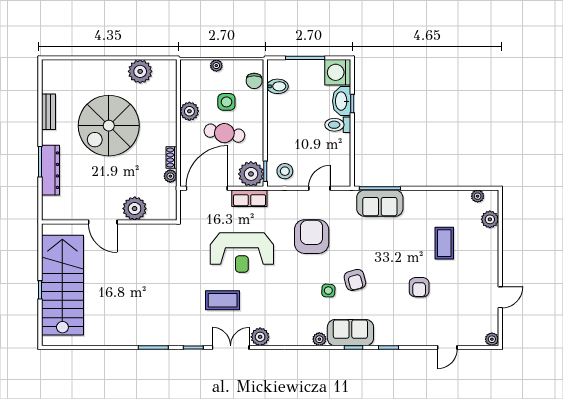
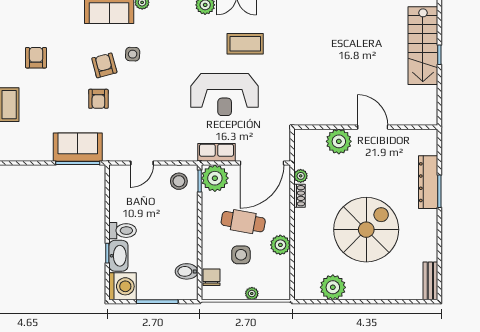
bench: (48, 112) -> (430, 281), moved
armchair: (312, 237) -> (98, 99), moved, width x0.53, depth x0.53
reception desk: (242, 253) -> (225, 95), turned 180
stairs: (62, 285) -> (423, 46), width x0.73, depth x0.66

